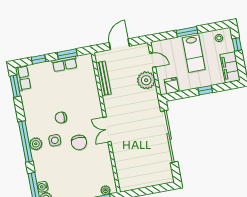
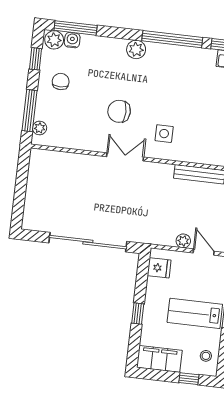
door: (153, 60) -> (204, 252), swing flipped
plant: (146, 80) -> (183, 241), width x0.53, depth x0.53
chair: (61, 118) -> (61, 82), moved
side table: (55, 140) -> (164, 134), moved
window: (26, 141) -> (172, 39), moved

